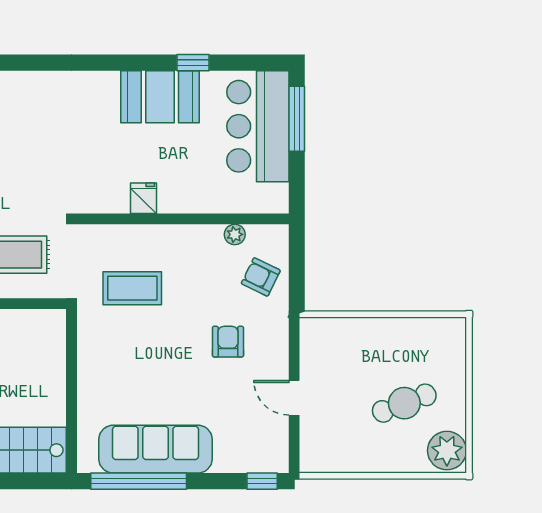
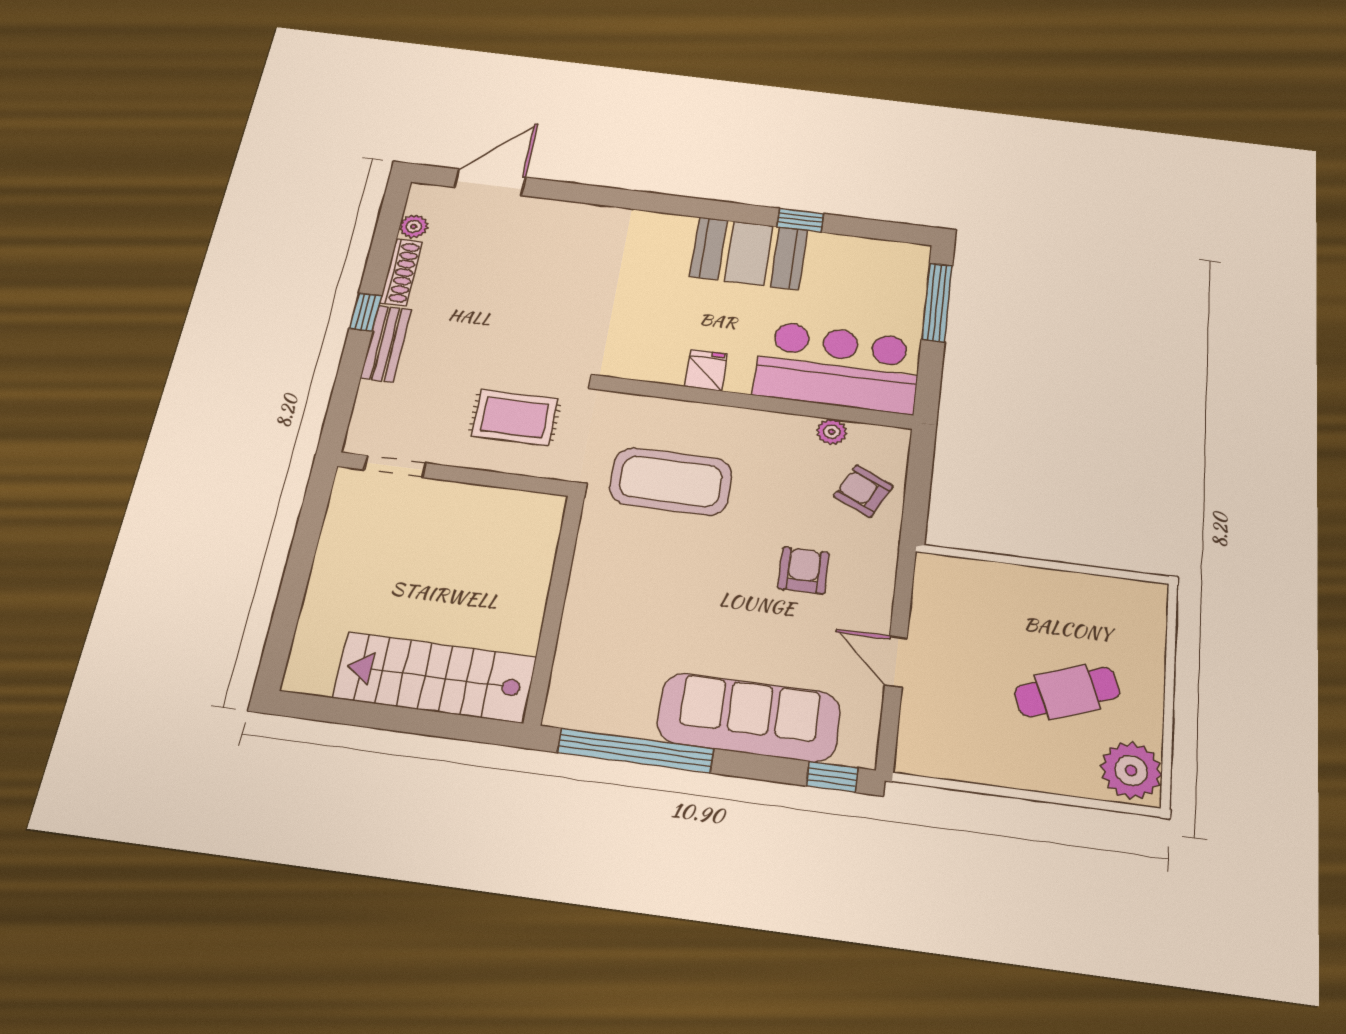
bar counter: (258, 126) -> (838, 367), moved, turned 90
coffee table: (132, 288) -> (671, 481), width x1.36, depth x1.32
sofa: (156, 449) -> (749, 717), moved

